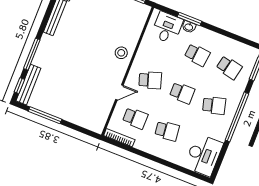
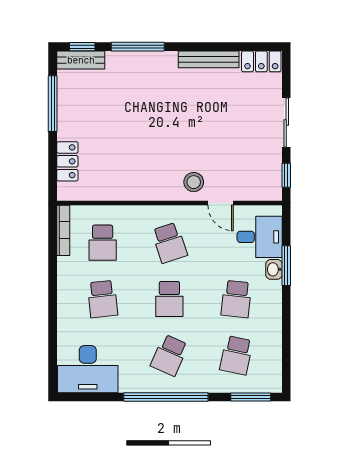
bench: (28, 85) -> (81, 60), width x0.73
door: (119, 92) -> (221, 203), moved
school desk: (214, 105) -> (169, 355), turned 39
locker: (81, 120) -> (67, 161), added

